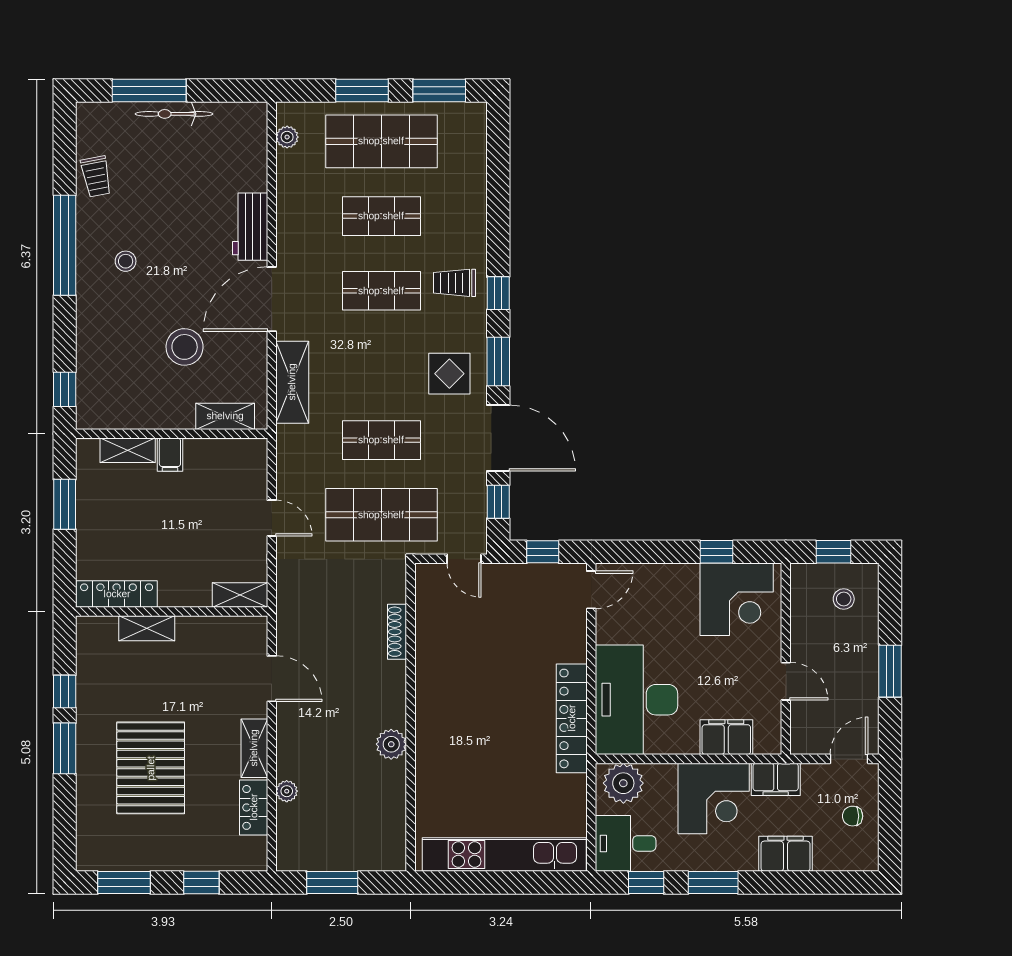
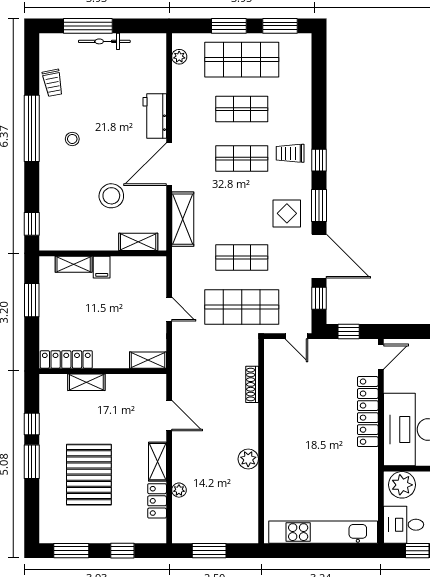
locker: (572, 718) -> (368, 412), moved

